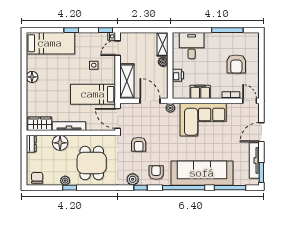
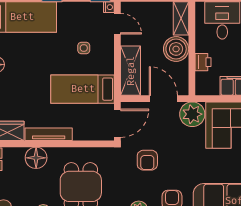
door: (118, 48) -> (117, 24), swing flipped
boiler: (163, 62) -> (176, 49), width x1.86, depth x1.86
plant: (170, 108) -> (192, 114), width x1.88, depth x1.88
door: (118, 118) -> (117, 123), swing flipped

